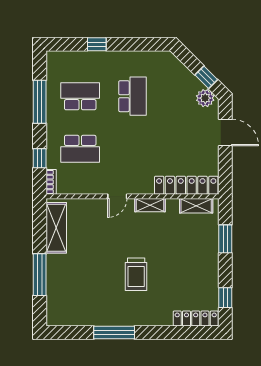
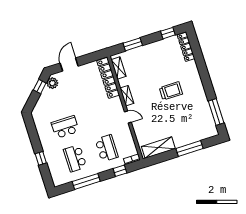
window: (114, 333) -> (216, 112), moved

